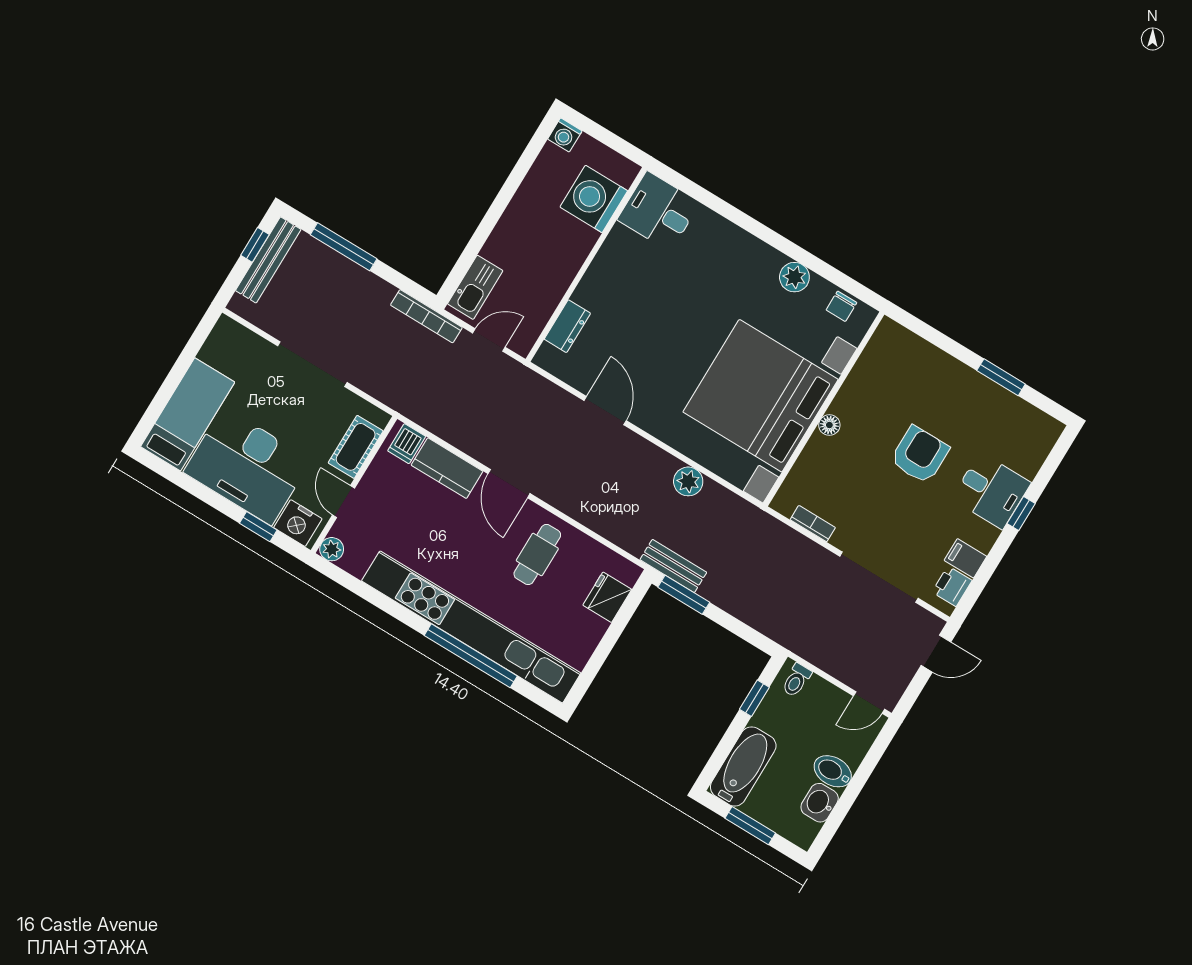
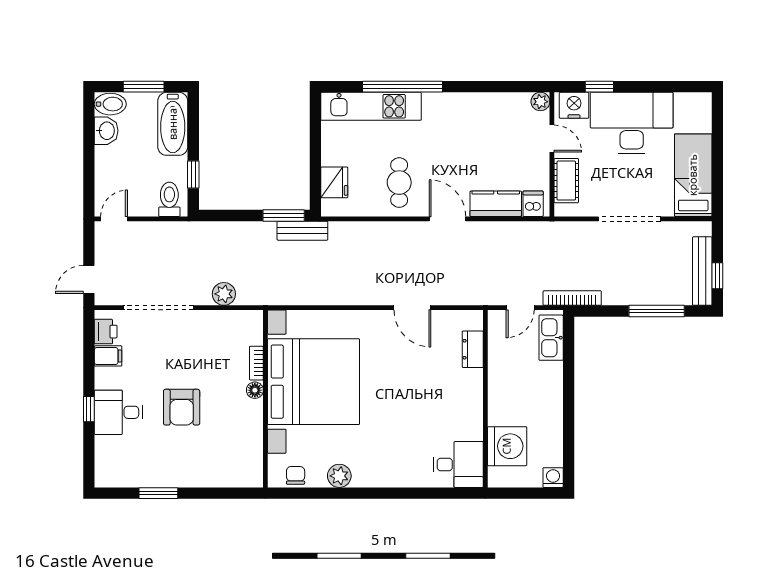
bed: (188, 414) -> (693, 175), moved, turned 180
plant: (688, 481) -> (224, 294), moved
bookcase: (813, 524) -> (256, 363), moved, turned 90
kitchen unit: (471, 627) -> (371, 106), width x0.54
toilet: (797, 680) -> (169, 199), width x1.37, depth x1.39
bidet: (833, 771) -> (110, 104), moved

